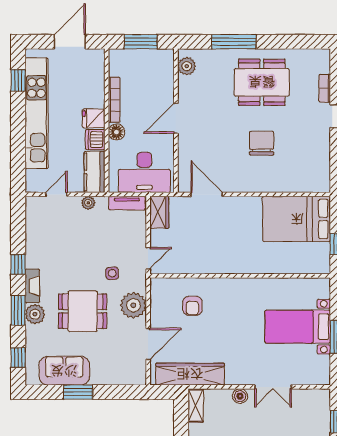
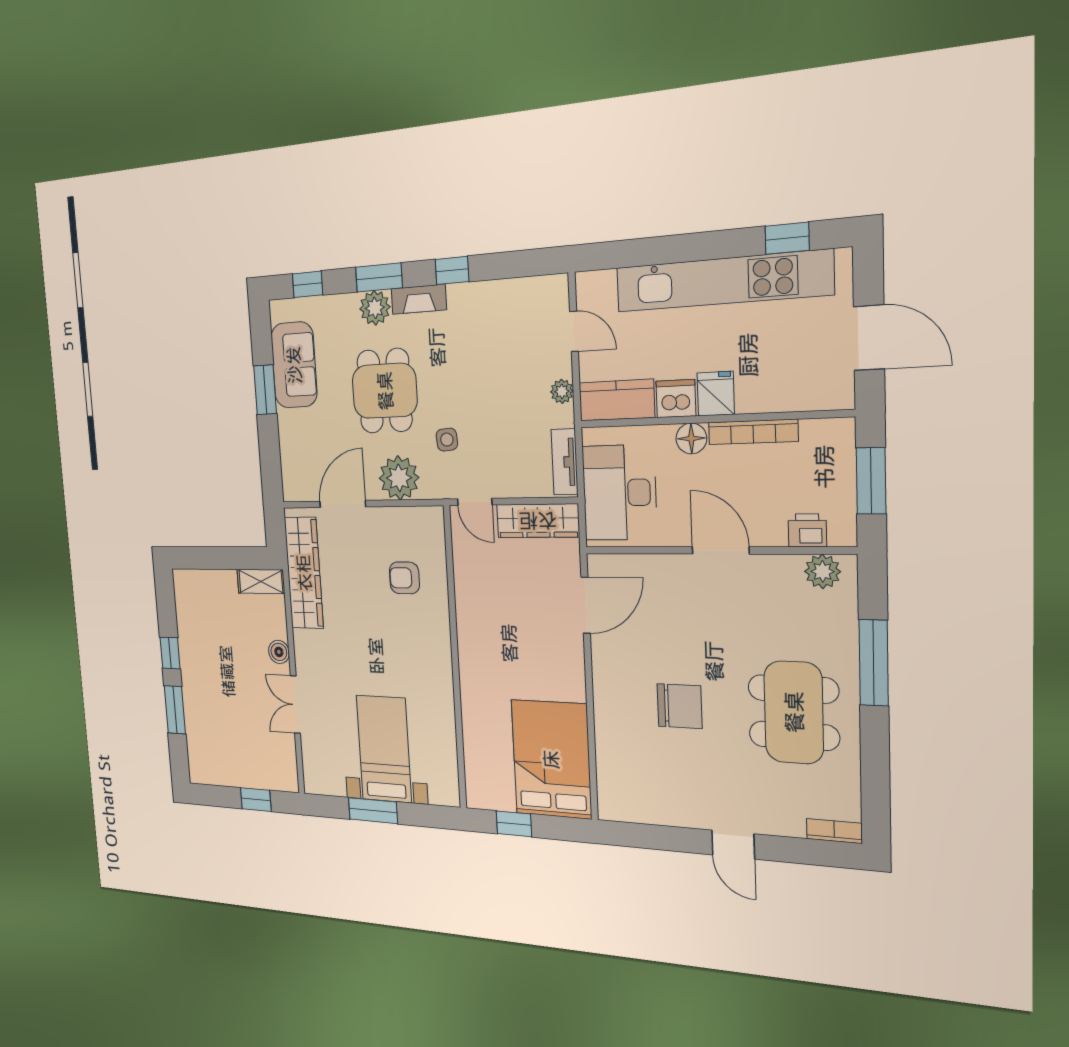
printer: (166, 73) -> (807, 531), added
bookcase: (325, 88) -> (834, 831), moved
wardrobe: (159, 212) -> (538, 521), width x1.50
door: (148, 344) -> (343, 504), swing flipped

